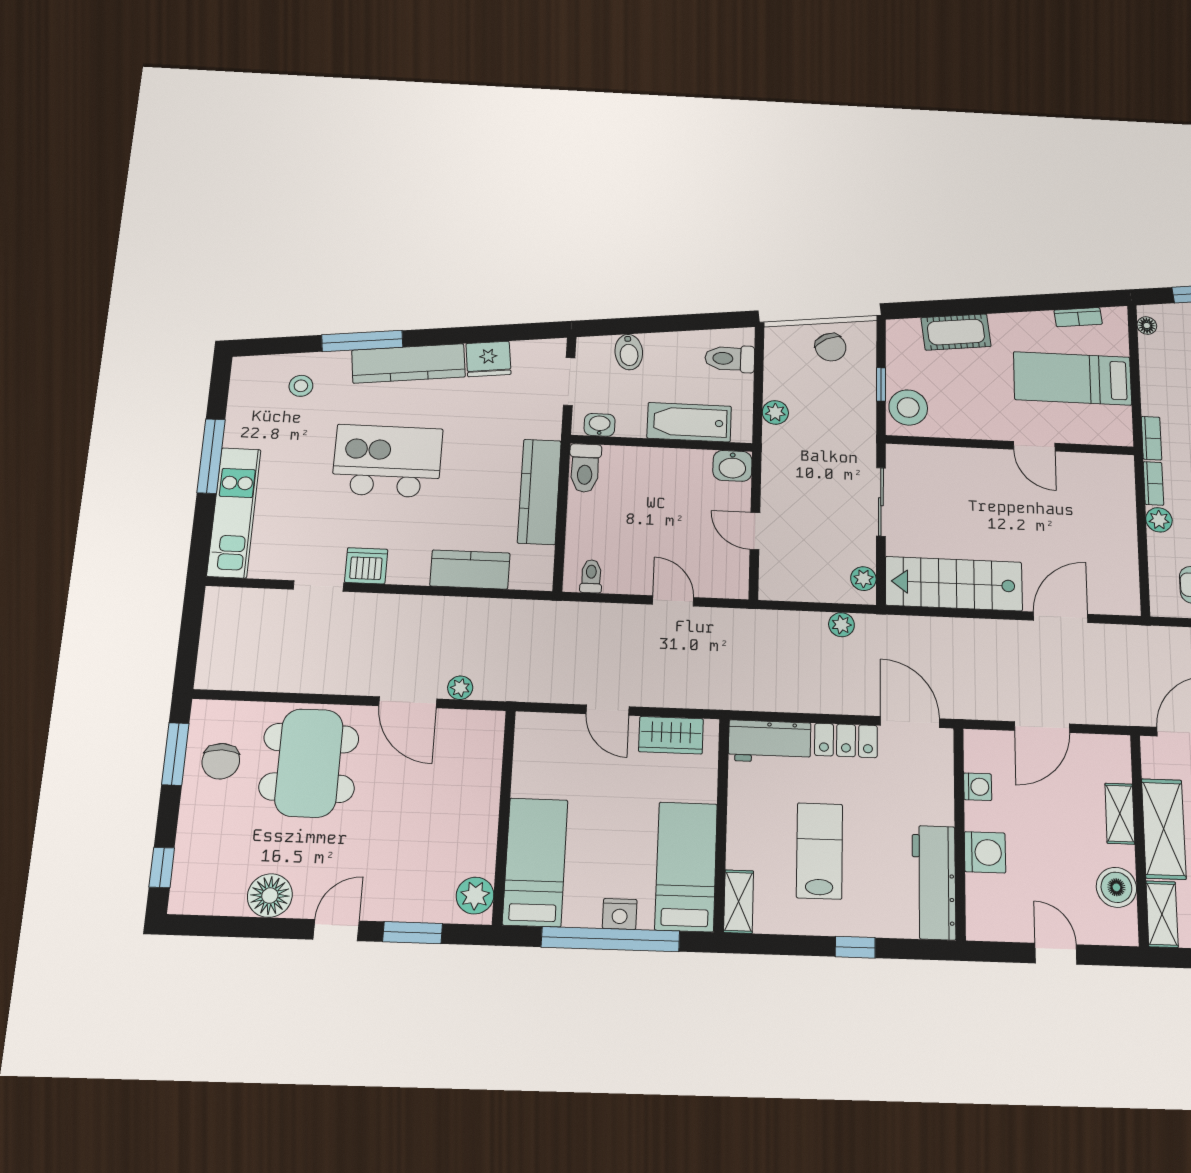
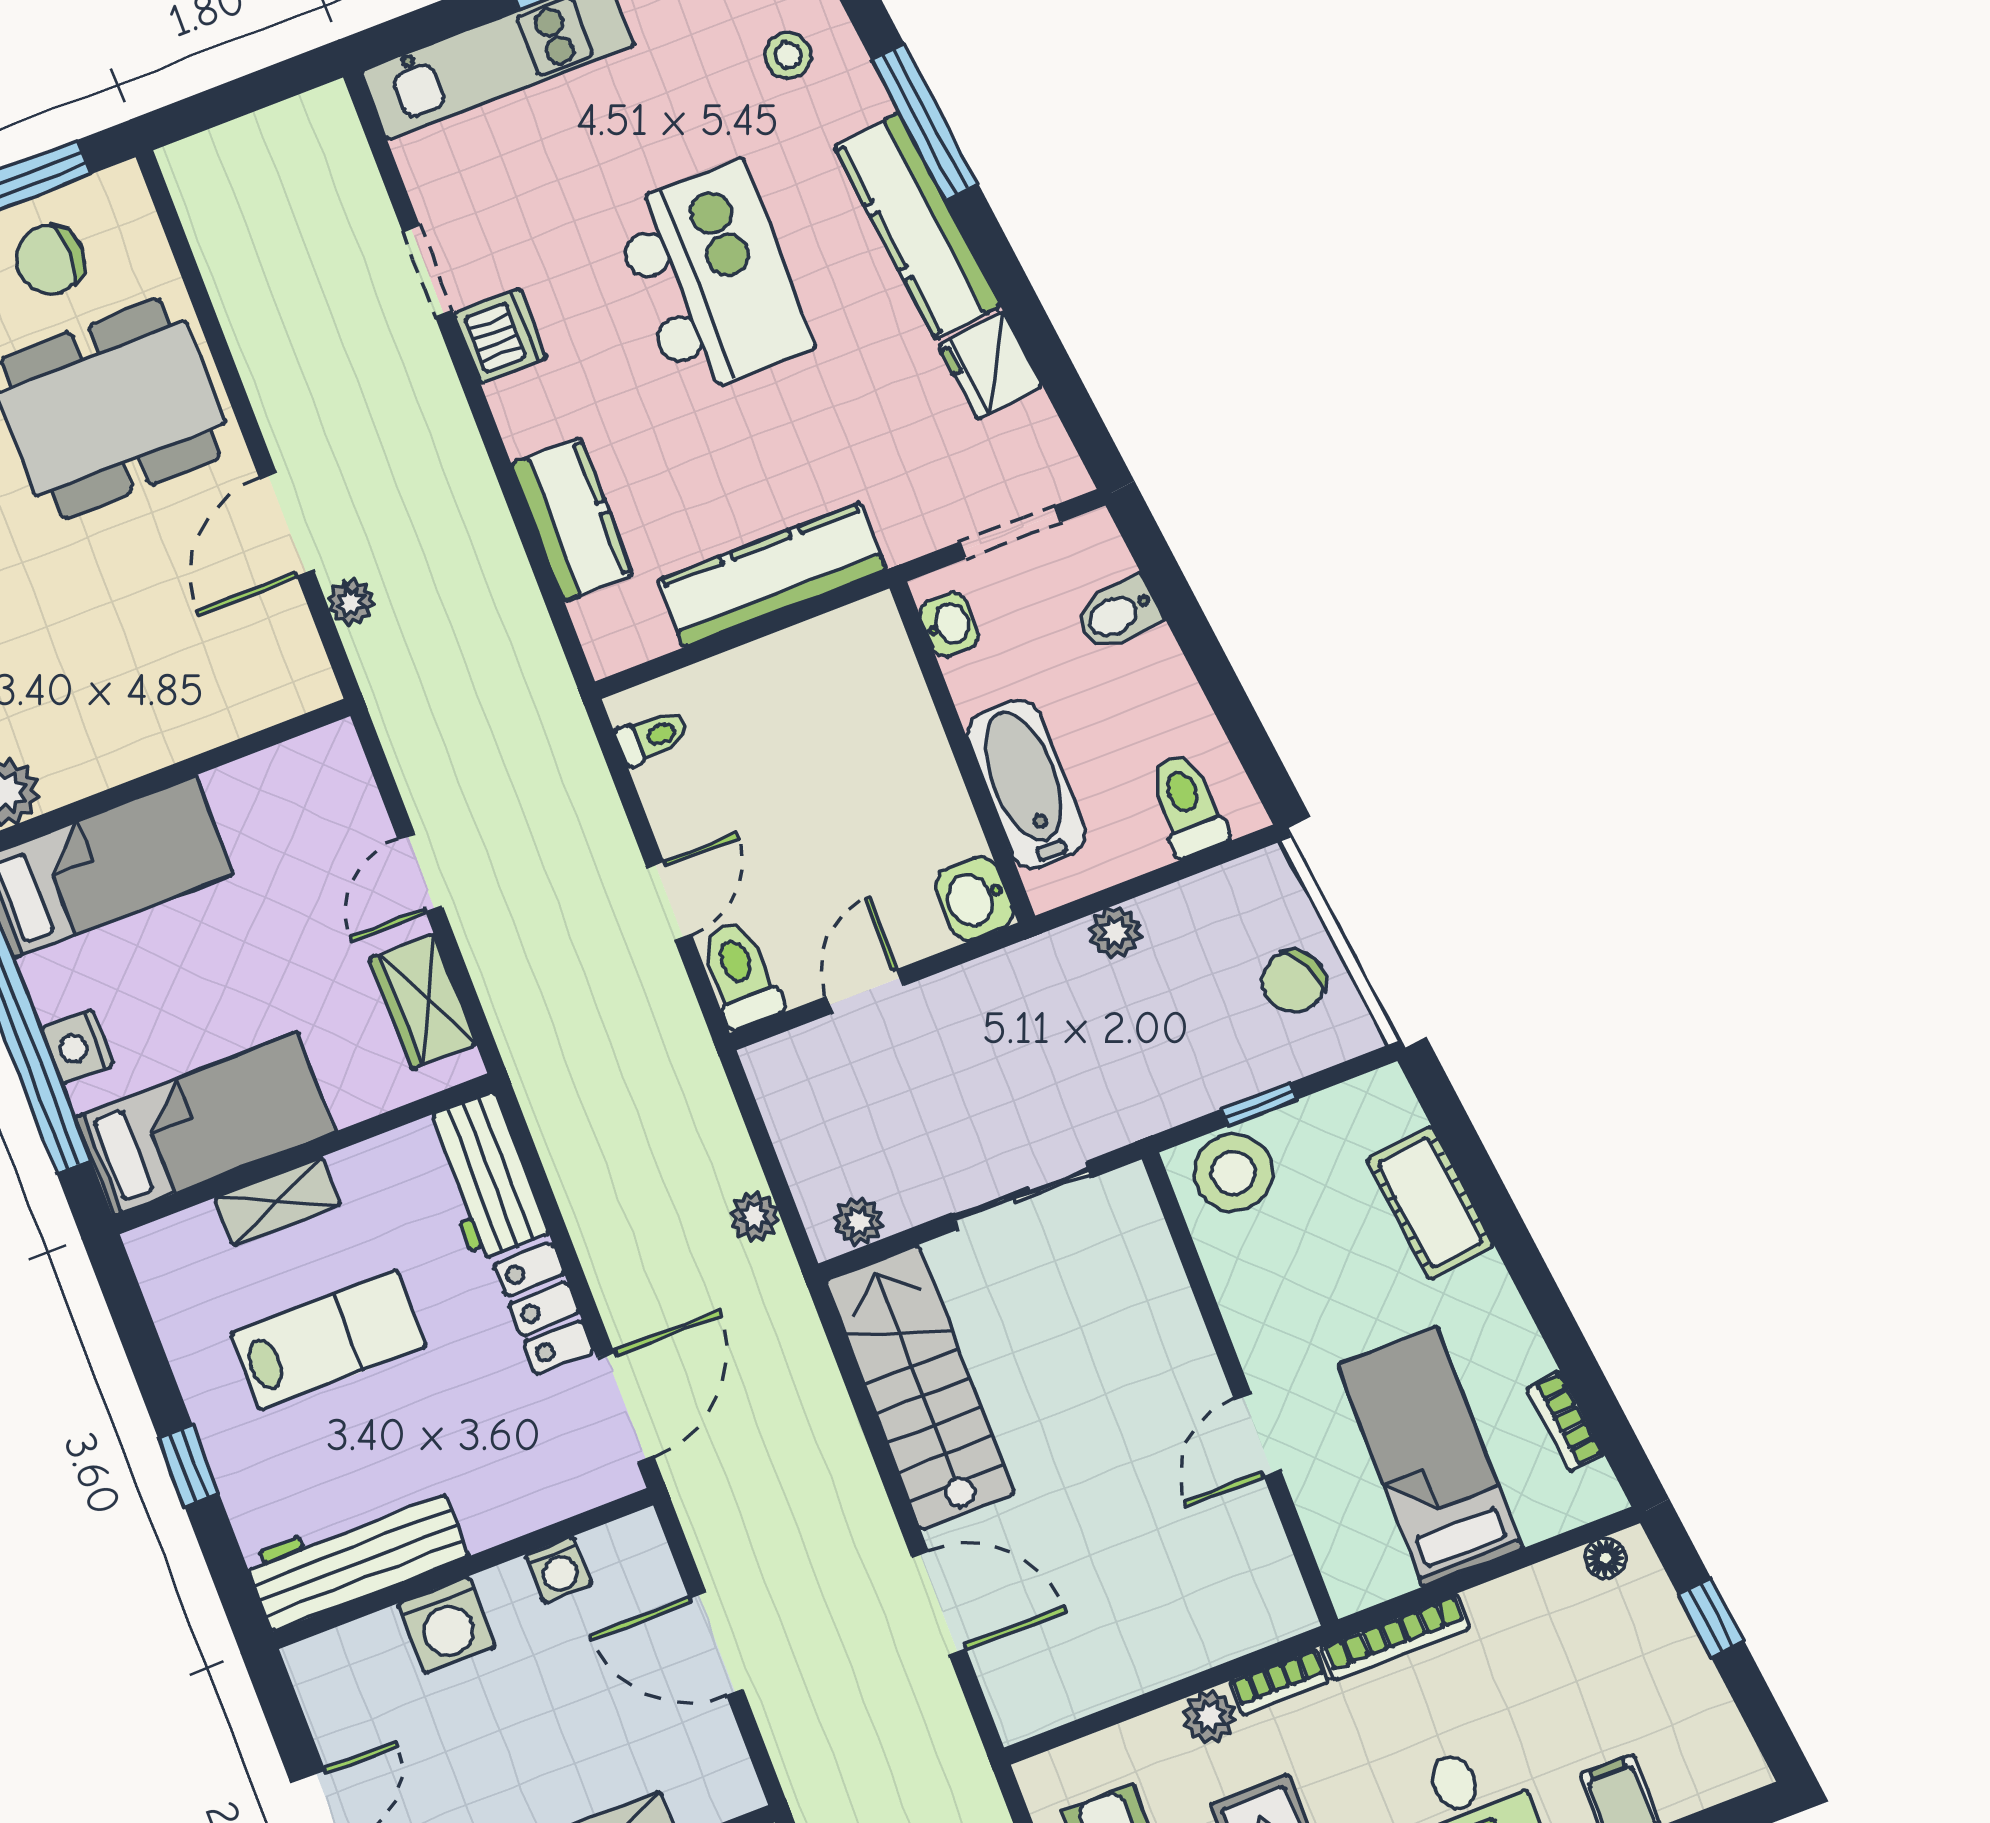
bookcase: (1151, 438) -> (1395, 1637), width x1.56
toilet: (585, 468) -> (740, 974), moved, turned 90
shelving: (739, 902) -> (277, 1201), moved

